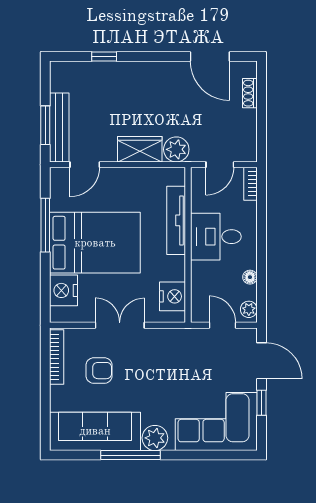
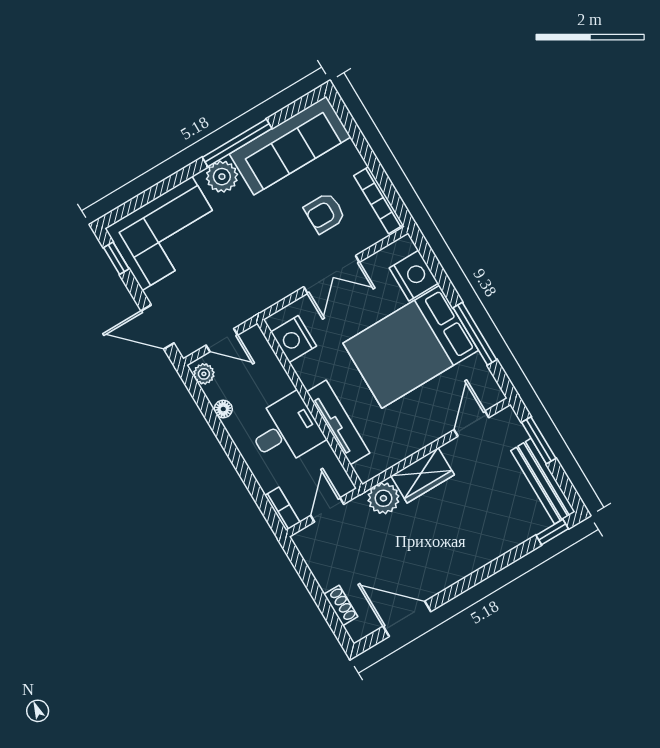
window: (104, 57) -> (552, 532), moved
bench: (59, 127) -> (543, 481), moved
window: (261, 403) -> (116, 258), moved

